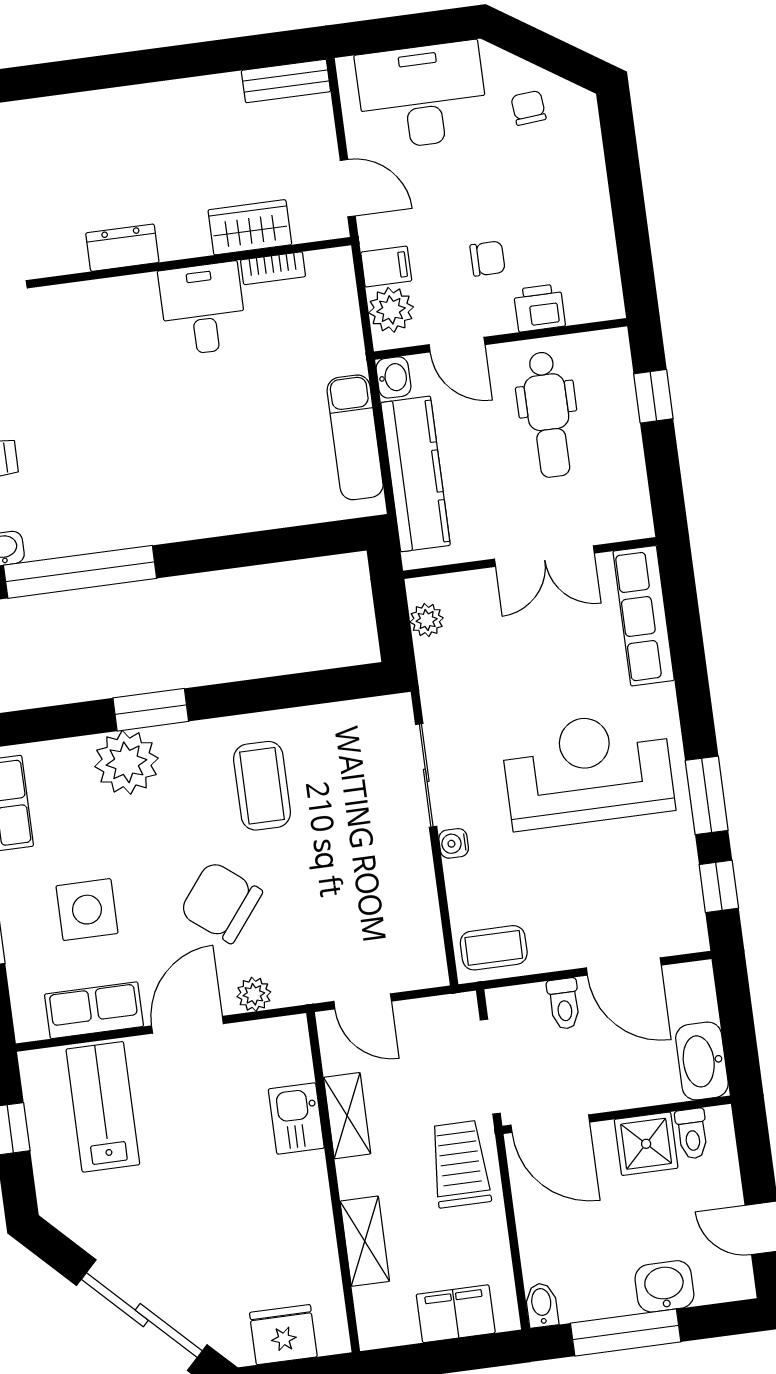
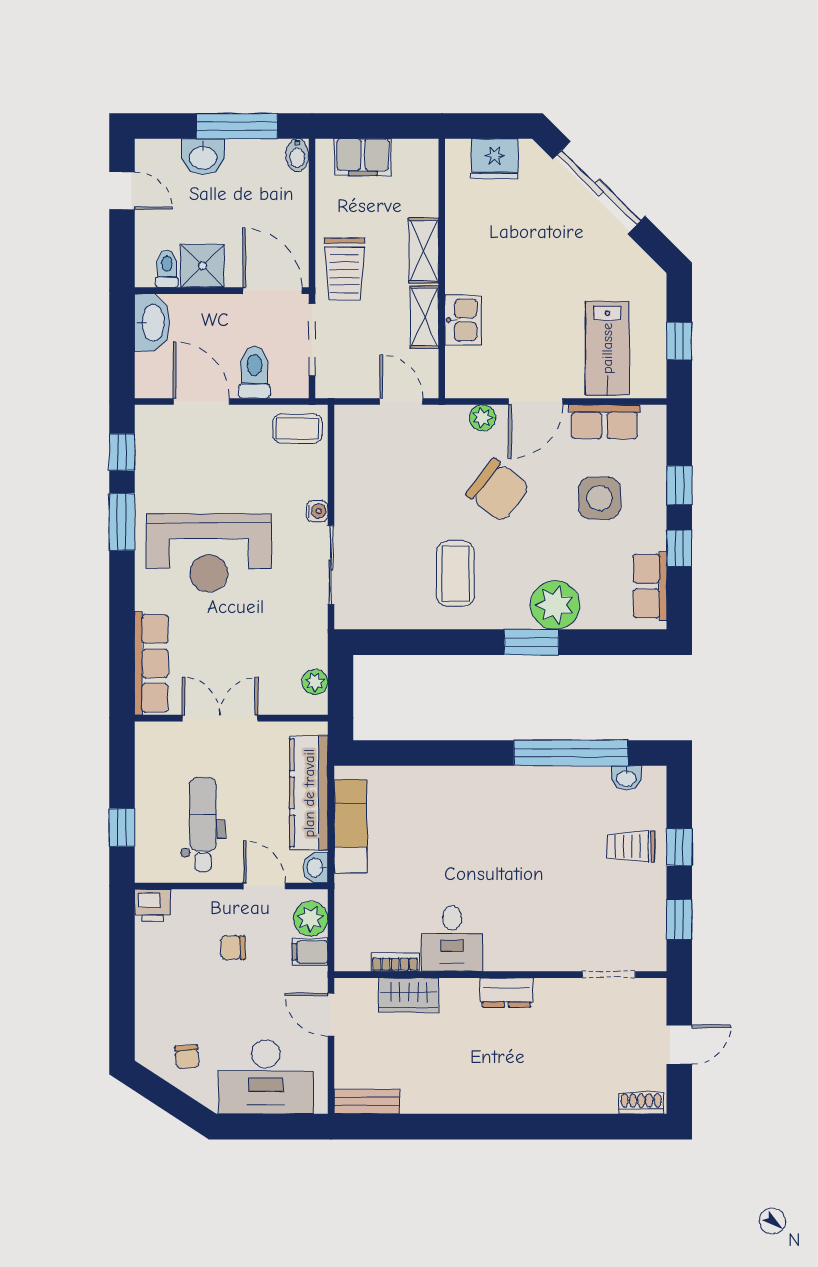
printer: (539, 308) -> (153, 905), moved
toilet: (564, 1004) -> (254, 372), width x1.37, depth x1.39
shelving: (365, 1241) -> (424, 251), moved

